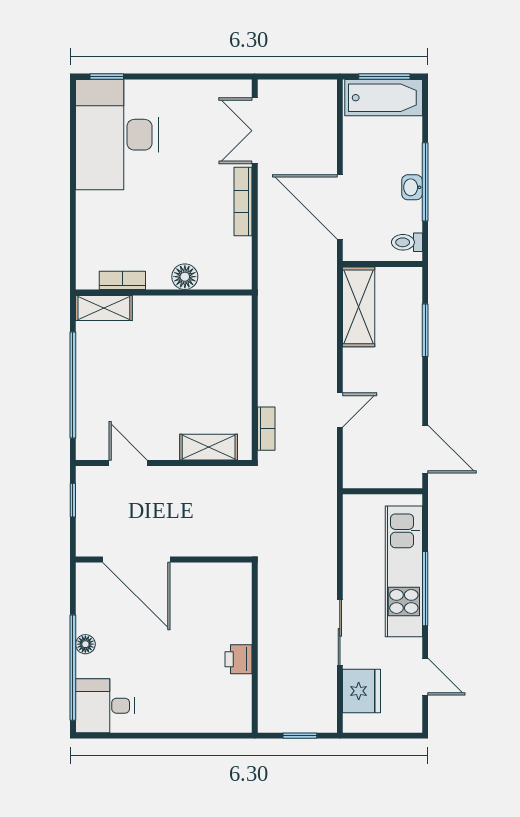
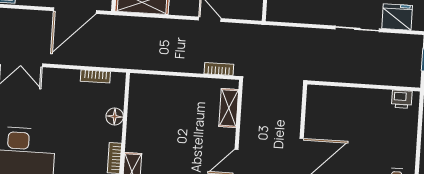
bookcase: (243, 202) -> (95, 76), moved, width x0.64
printer: (239, 659) -> (402, 99), moved

